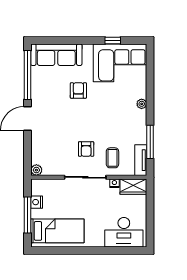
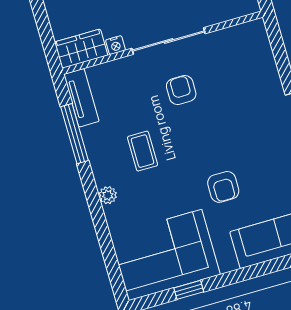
coffee table: (112, 158) -> (142, 151), moved
plant: (36, 170) -> (256, 29), removed

